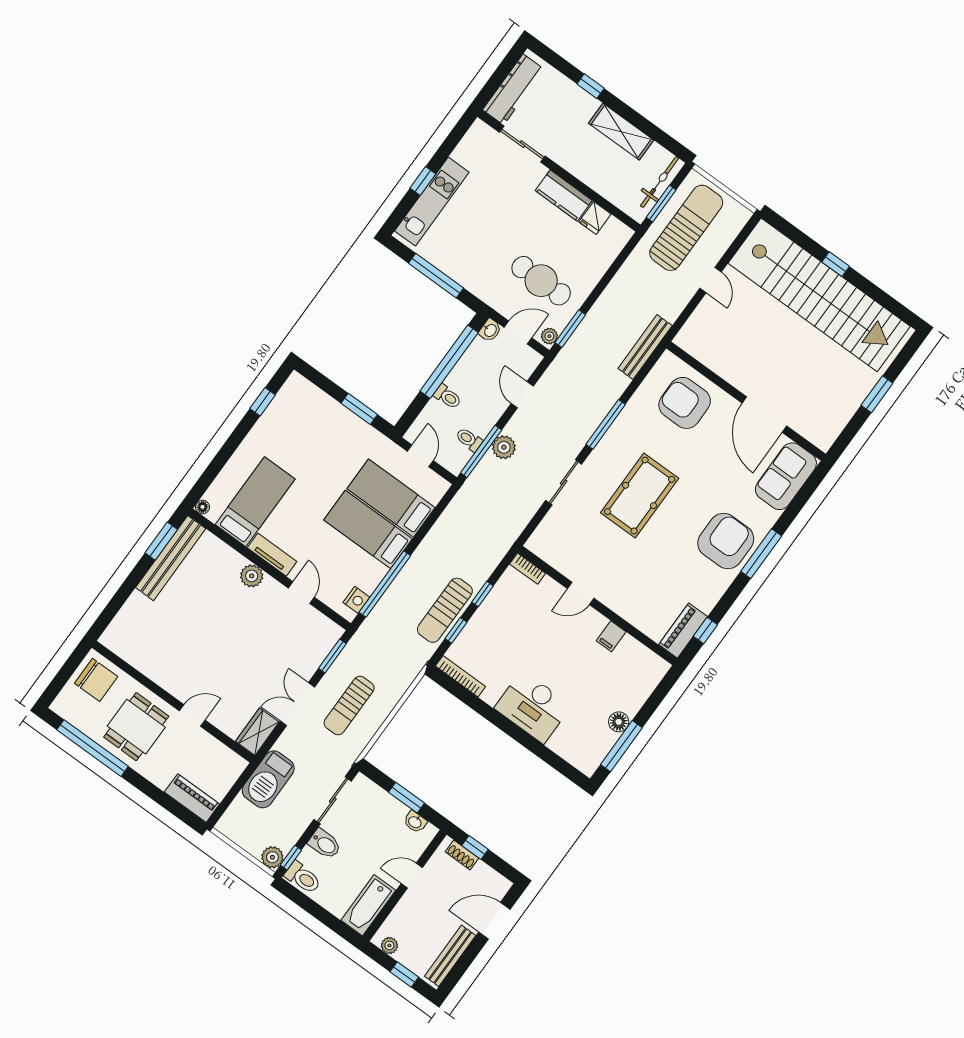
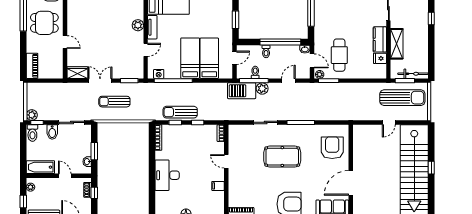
shelving: (621, 132) -> (397, 44), moved
bench: (645, 347) -> (343, 116), removed
barbecue: (268, 779) -> (242, 91), moved

